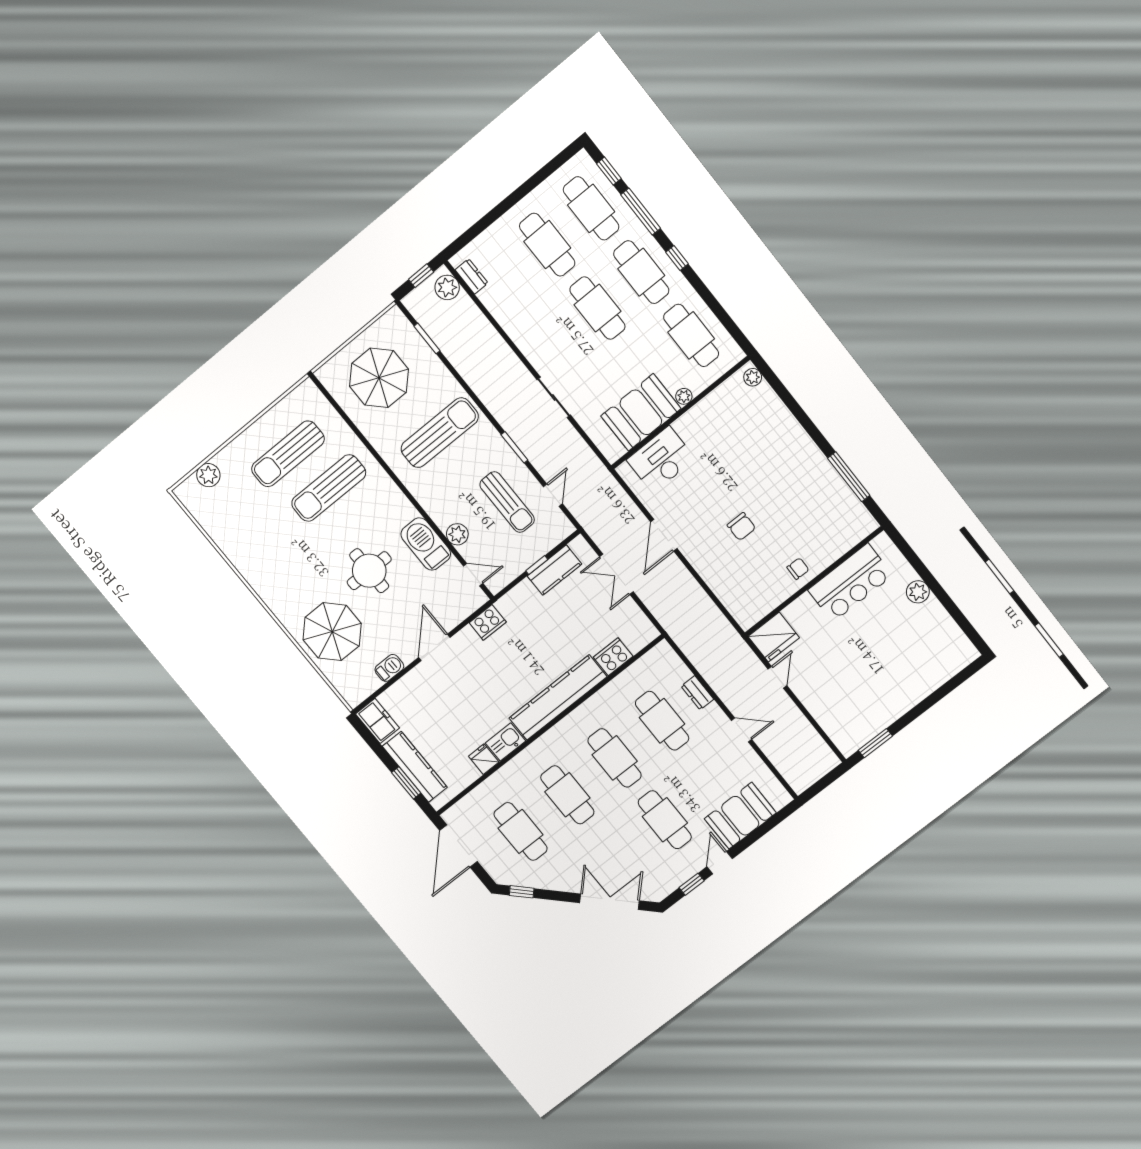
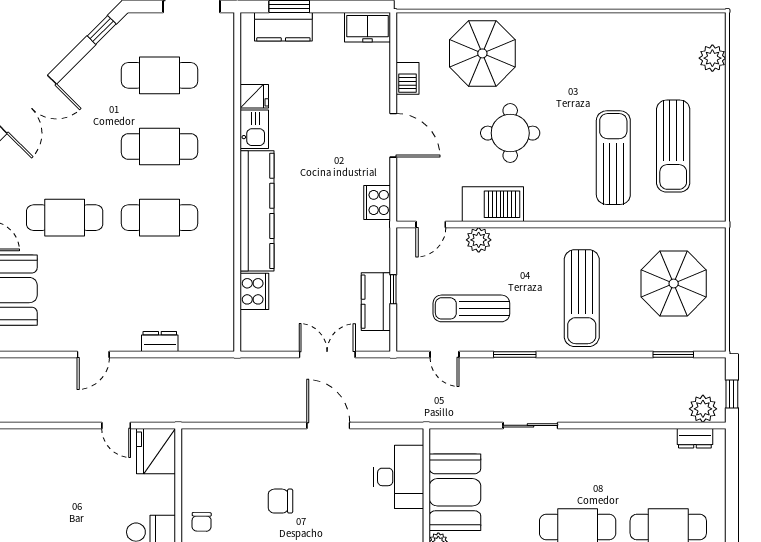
sun lounger: (288, 454) -> (673, 146), turned 180
cafe table: (662, 721) -> (159, 289), removed
kitchen counter: (415, 767) -> (283, 27), width x0.67

